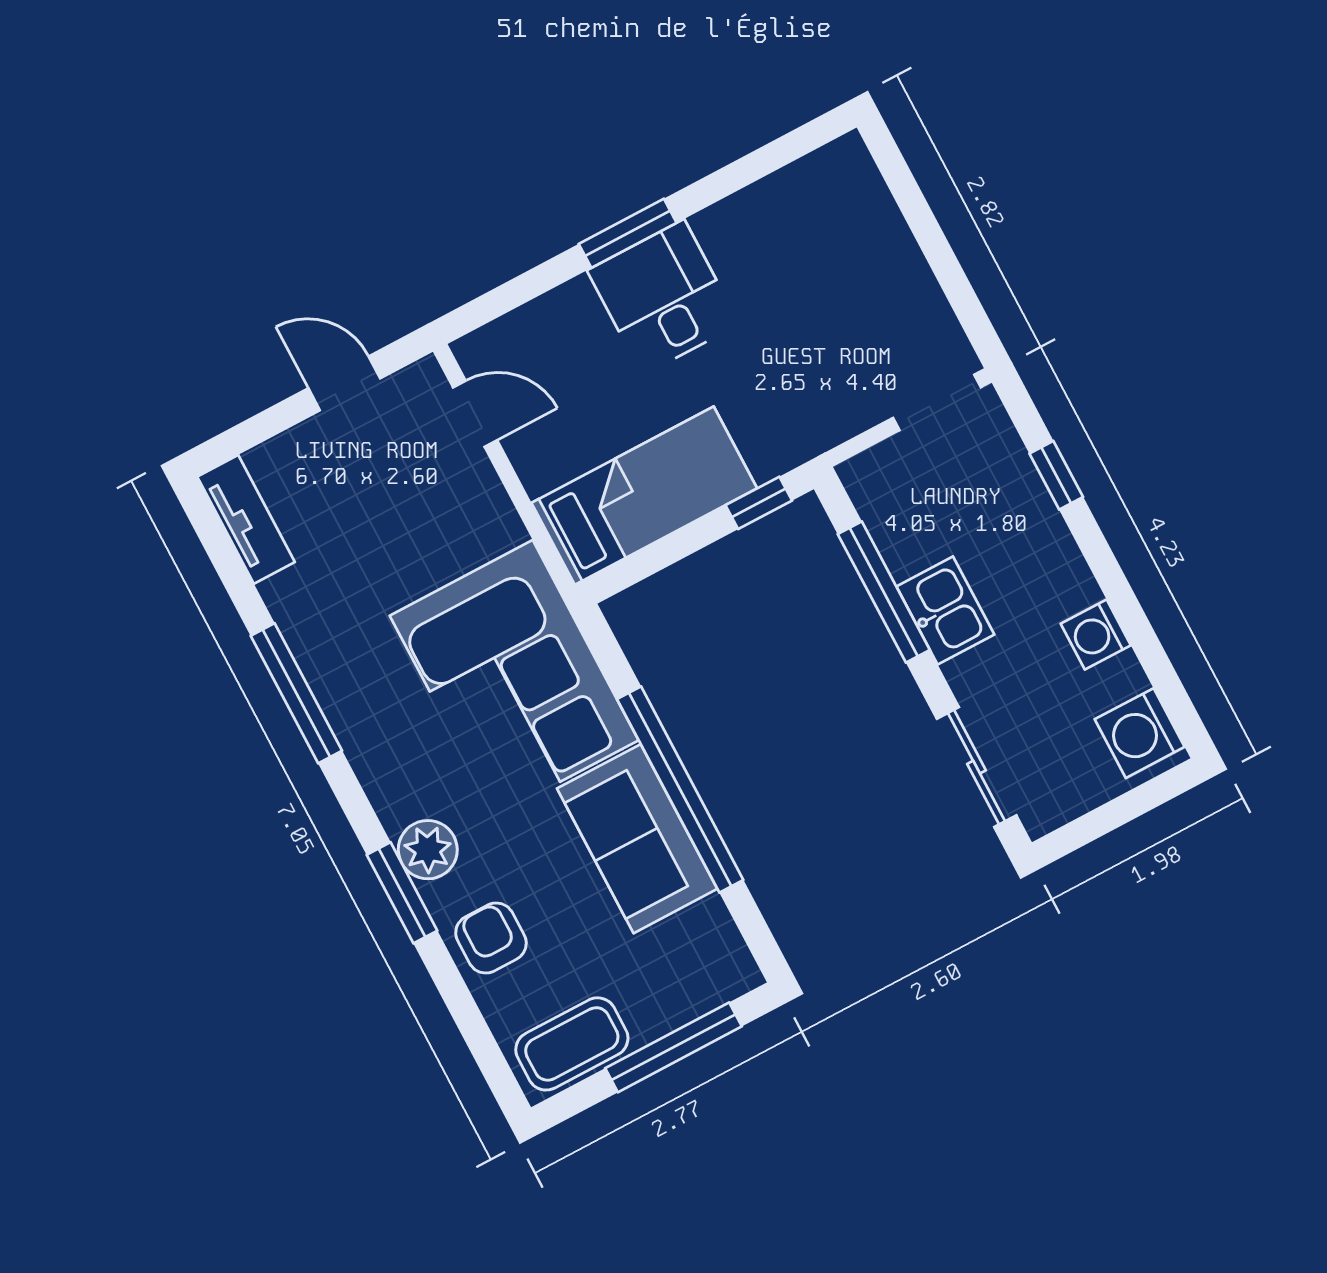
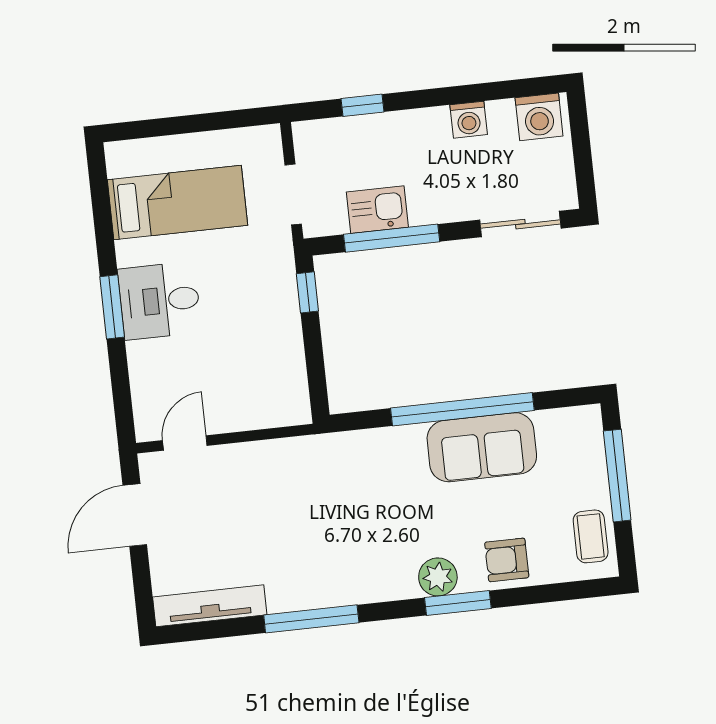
door: (344, 383) -> (135, 515), width x1.38
doorway: (937, 402) -> (293, 194), moved
bed: (644, 496) -> (178, 202), moved, turned 90
tv unit: (246, 519) -> (210, 606), width x1.41
kitchen sink: (945, 611) -> (377, 210), moved
corner sofa: (514, 678) -> (355, 483), removed
coffee table: (572, 1044) -> (591, 536), width x0.73, depth x0.77

